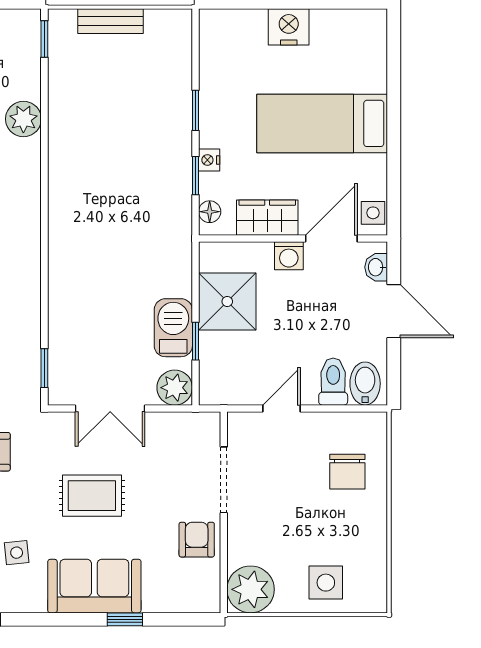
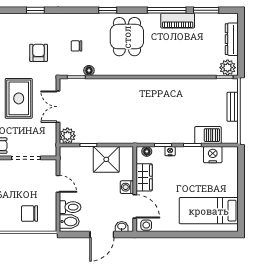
nightstand: (289, 27) -> (213, 155), moved, turned -90
plant: (23, 119) -> (228, 68), moved
bed: (322, 123) -> (209, 211), moved, turned -90
barbecue: (173, 328) -> (208, 135), moved
floor lamp: (30, 340) -> (89, 70), added
rug: (92, 496) -> (19, 98), width x1.36, depth x1.43

